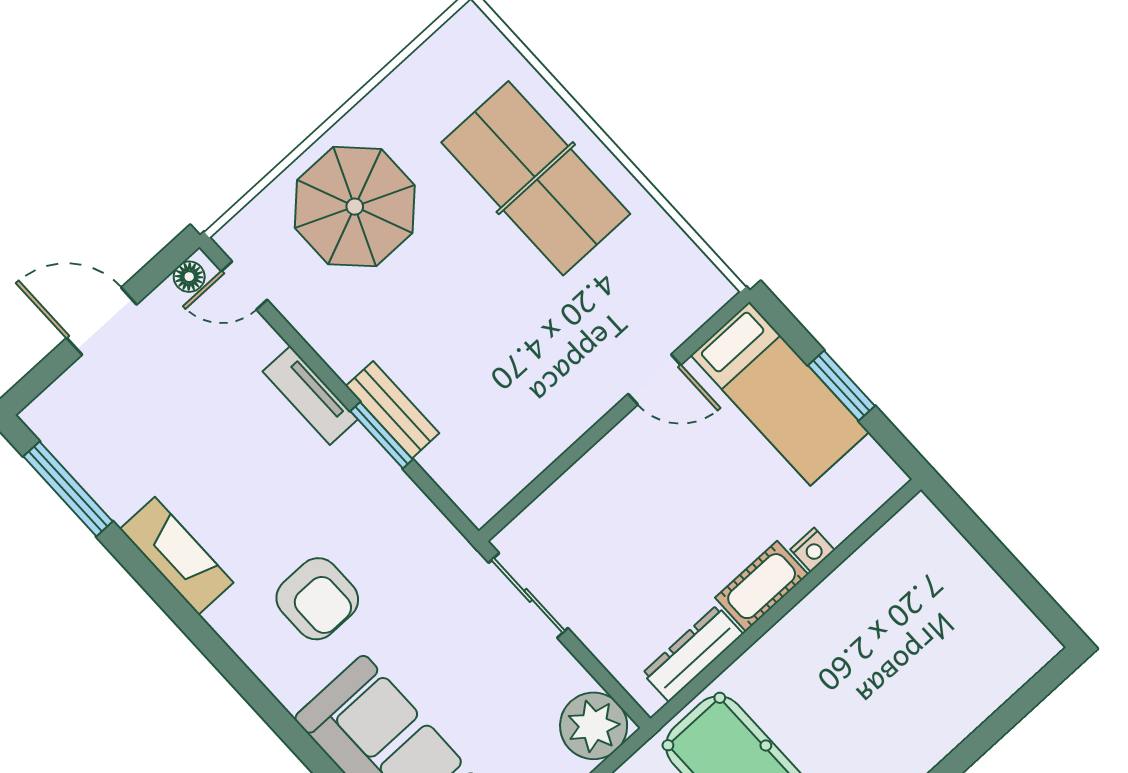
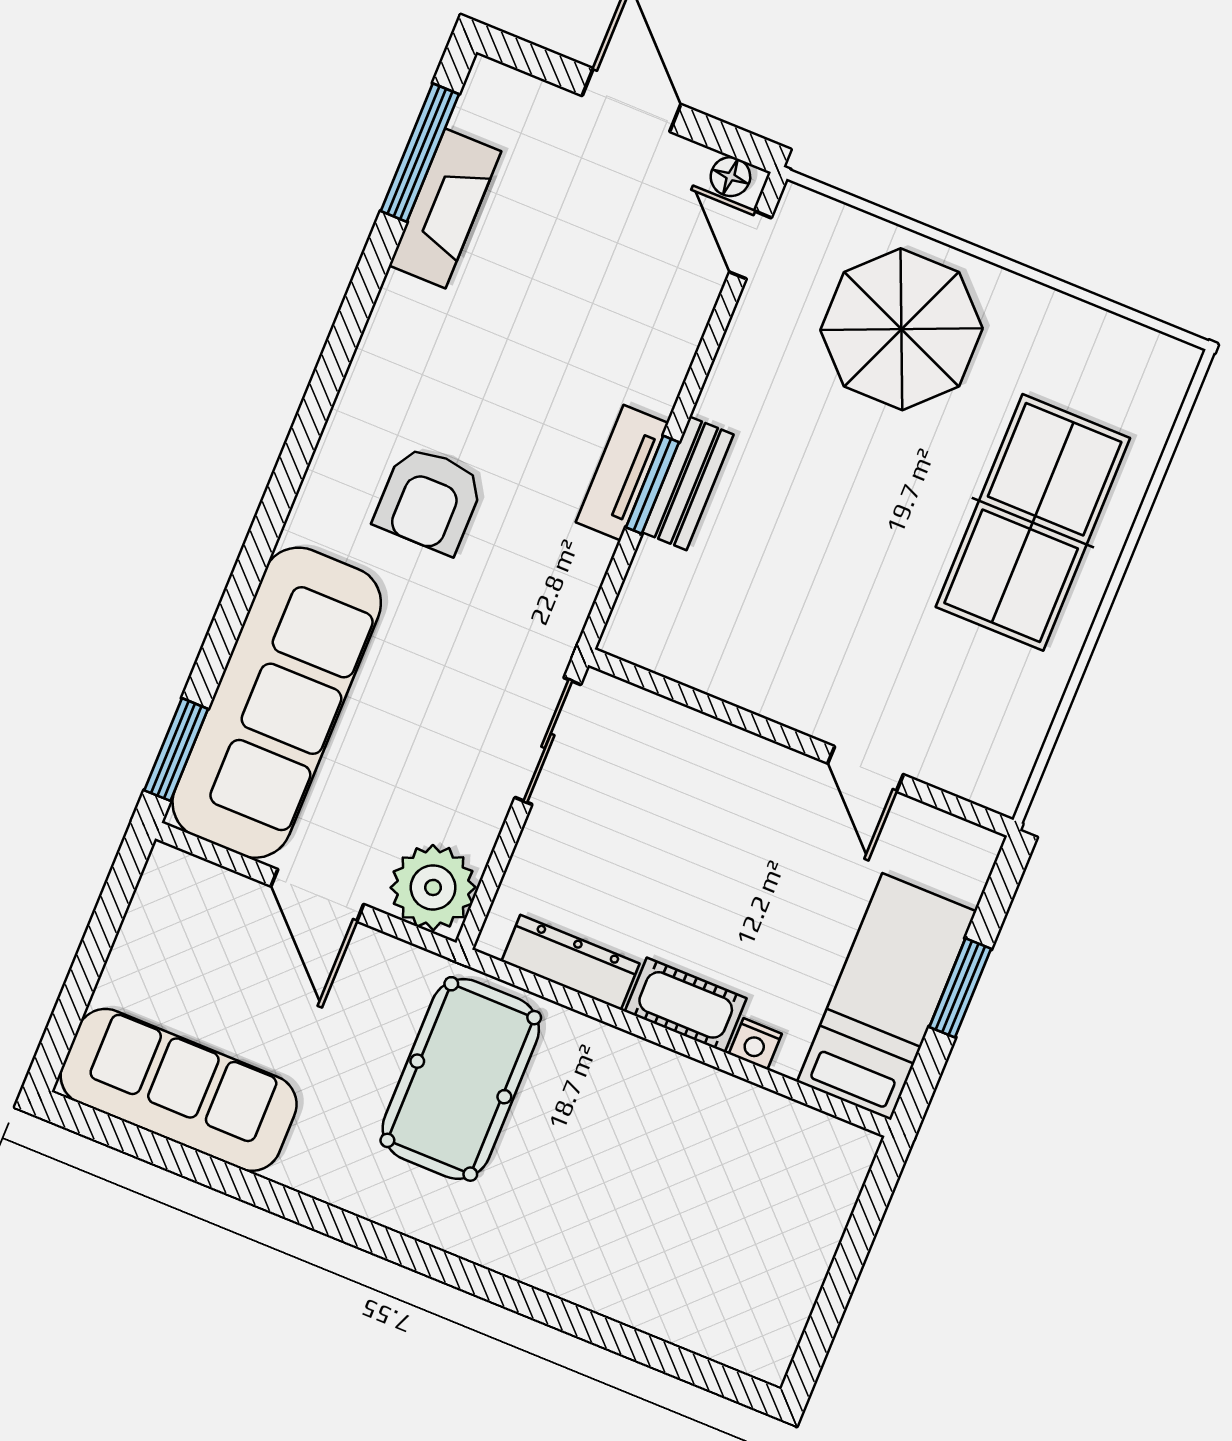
bed: (780, 394) -> (887, 997), moved, turned 180
tv unit: (310, 395) -> (622, 473), moved
fireplace: (177, 556) -> (445, 208), moved

